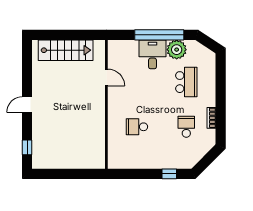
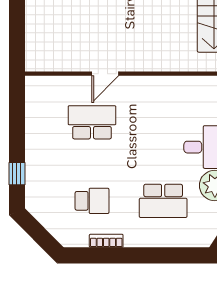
door: (106, 77) -> (105, 74), moved
school desk: (137, 127) -> (92, 122), width x1.85

